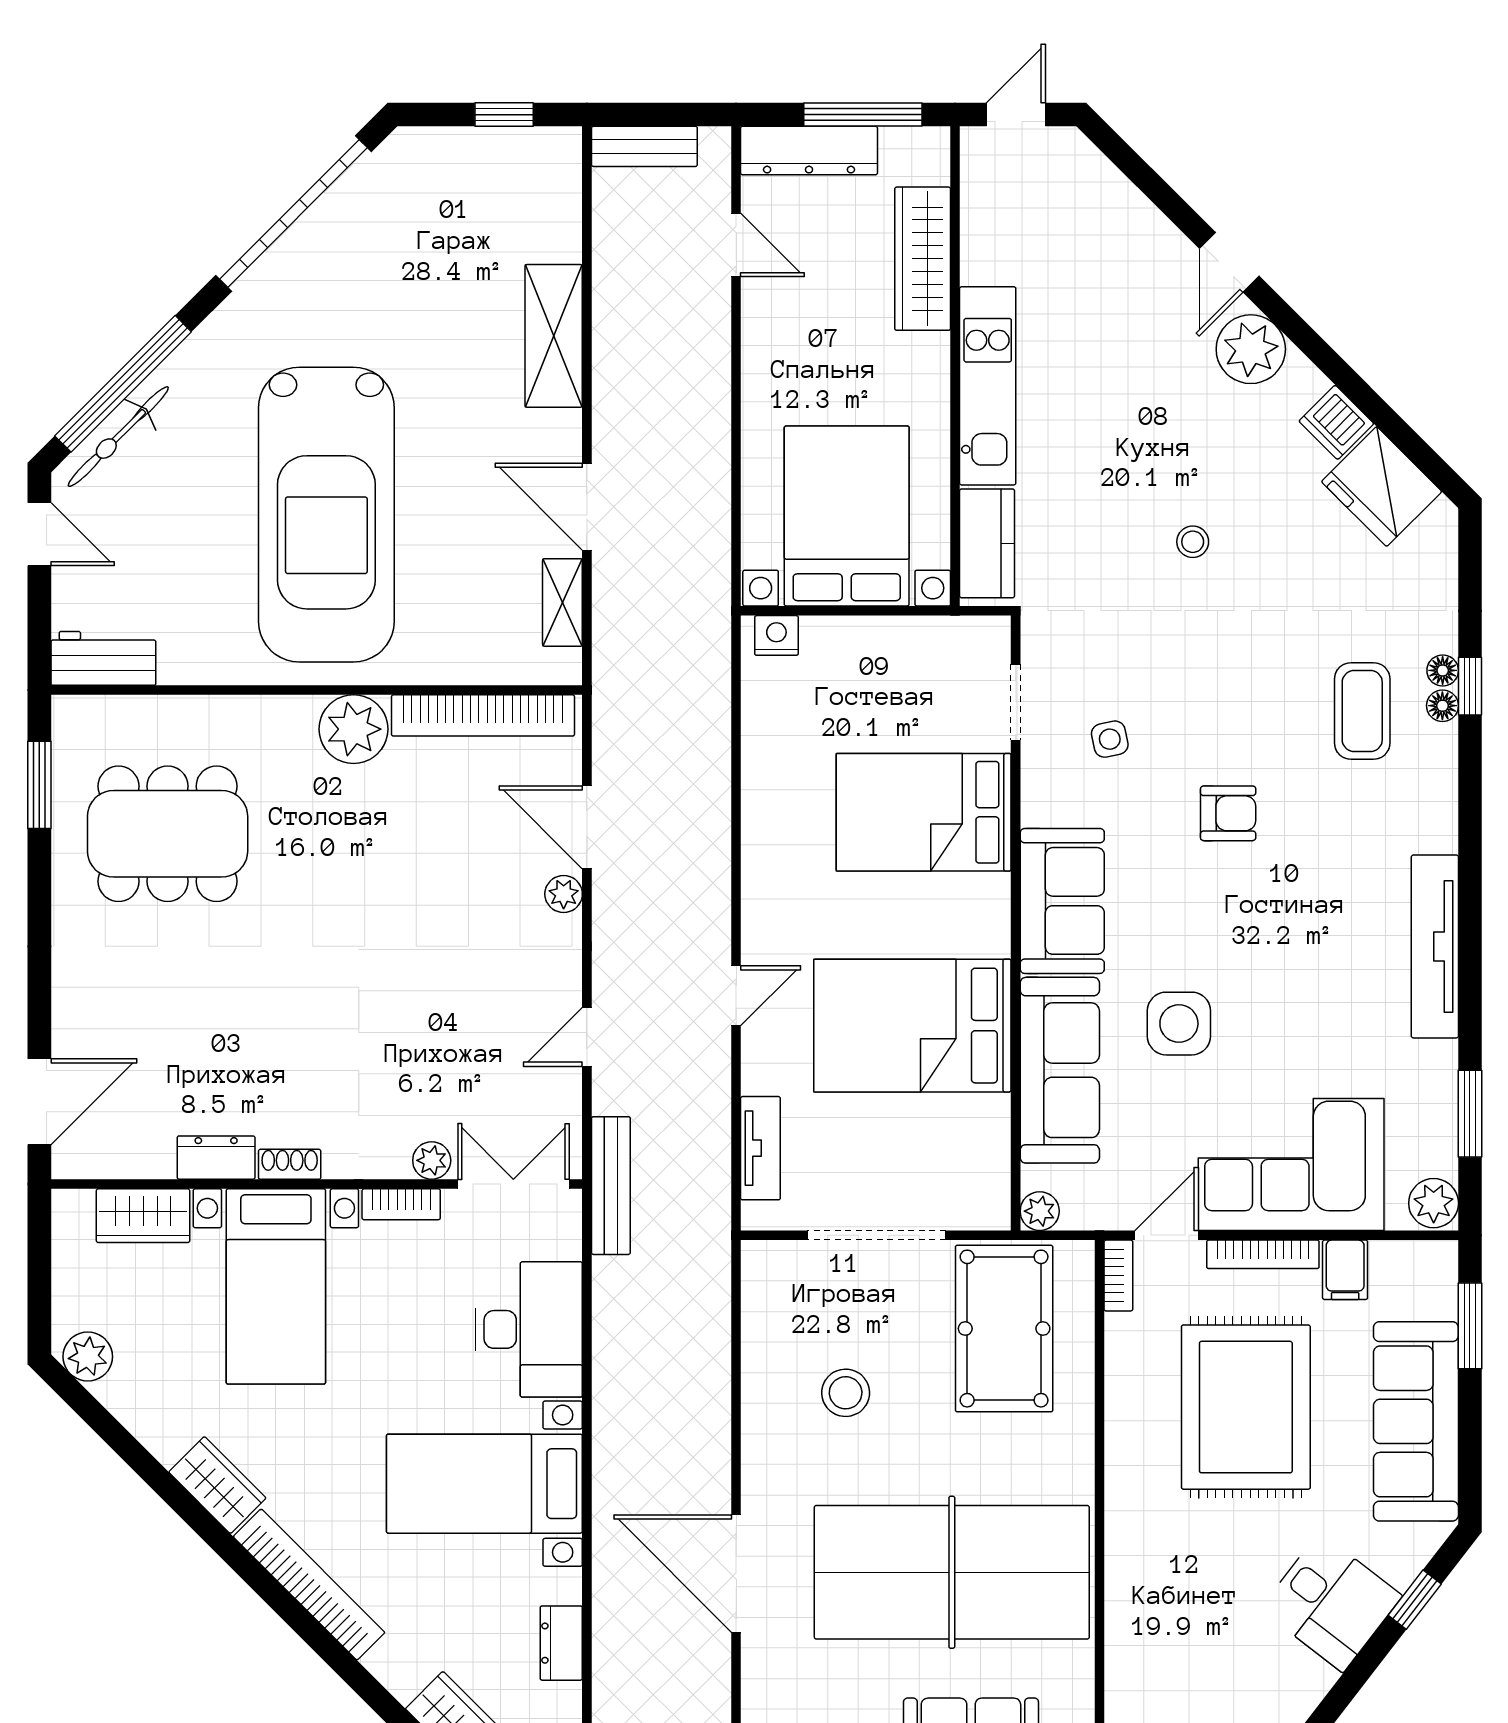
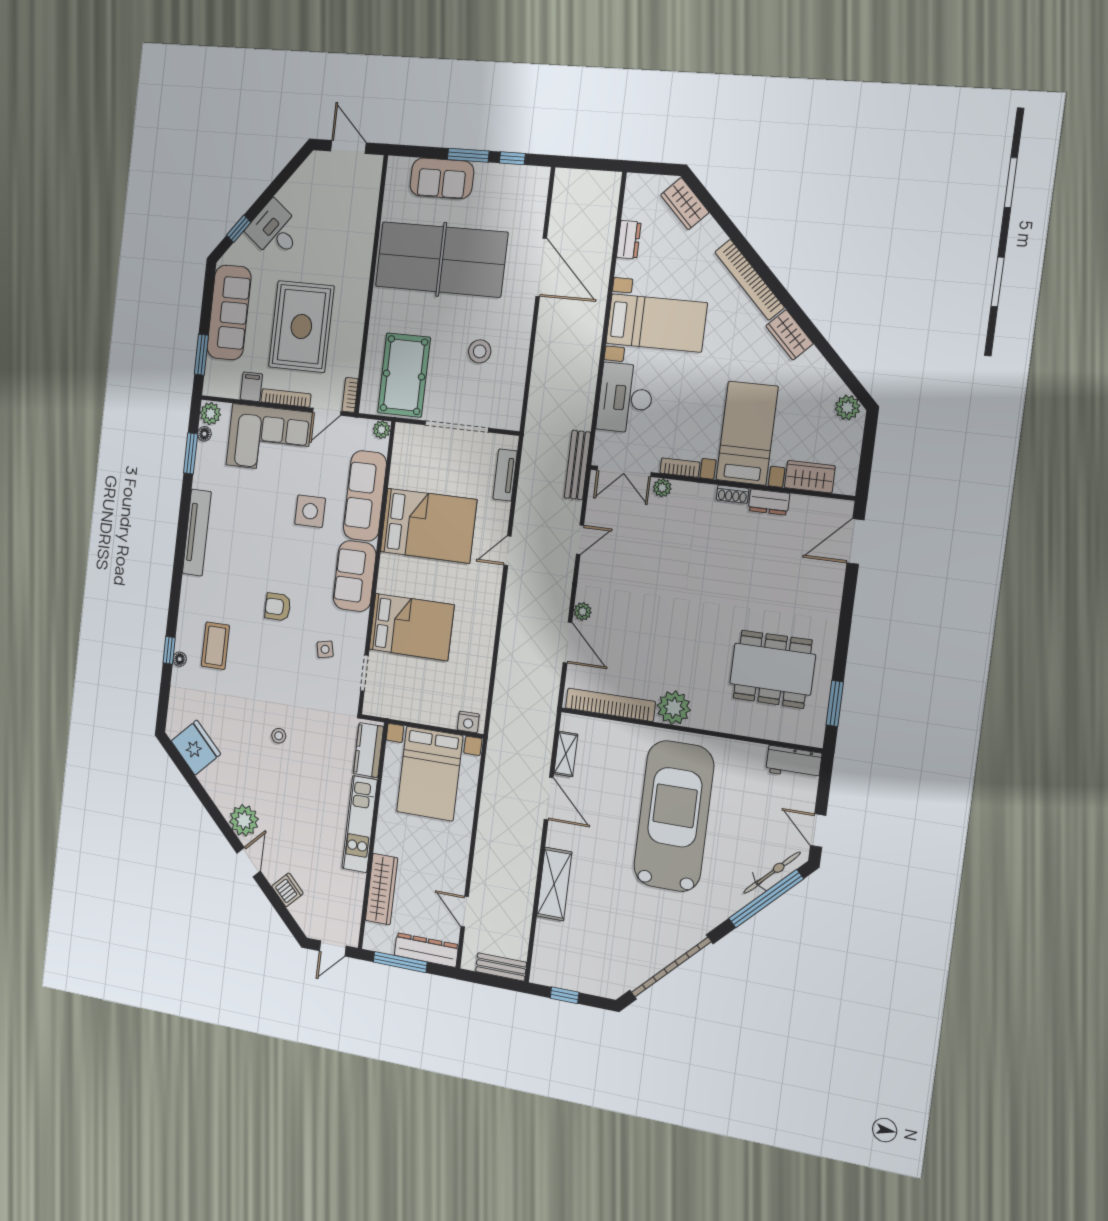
dishwasher: (1336, 422) -> (287, 890), moved
floor lamp: (1442, 706) -> (204, 434), moved

